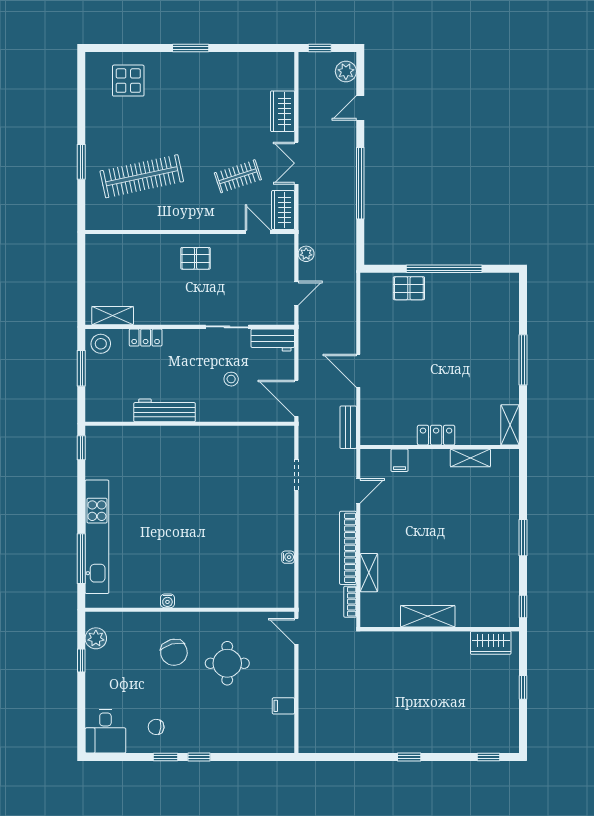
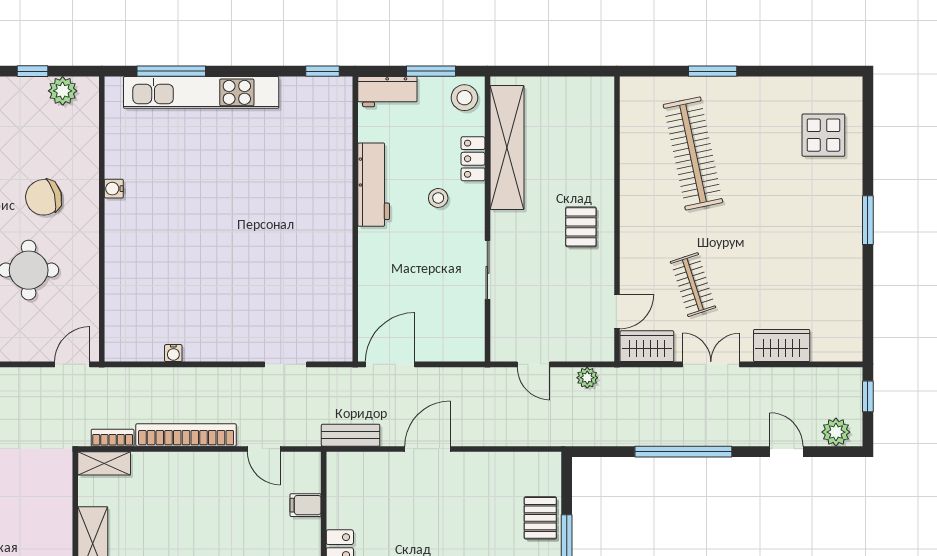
shelving: (113, 316) -> (507, 148), width x2.20, depth x1.33
workbench: (273, 340) -> (387, 92), moved, turned -90
stool: (231, 379) -> (438, 198), moved
shelving: (369, 573) -> (104, 463), moved

